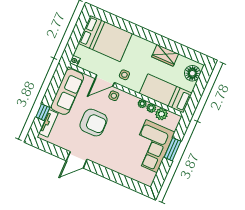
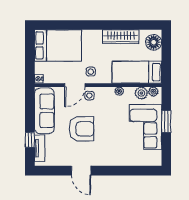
wardrobe: (165, 55) -> (121, 37), width x1.50
plant: (151, 108) -> (153, 92), moved
door: (77, 160) -> (81, 171), hinge flipped

